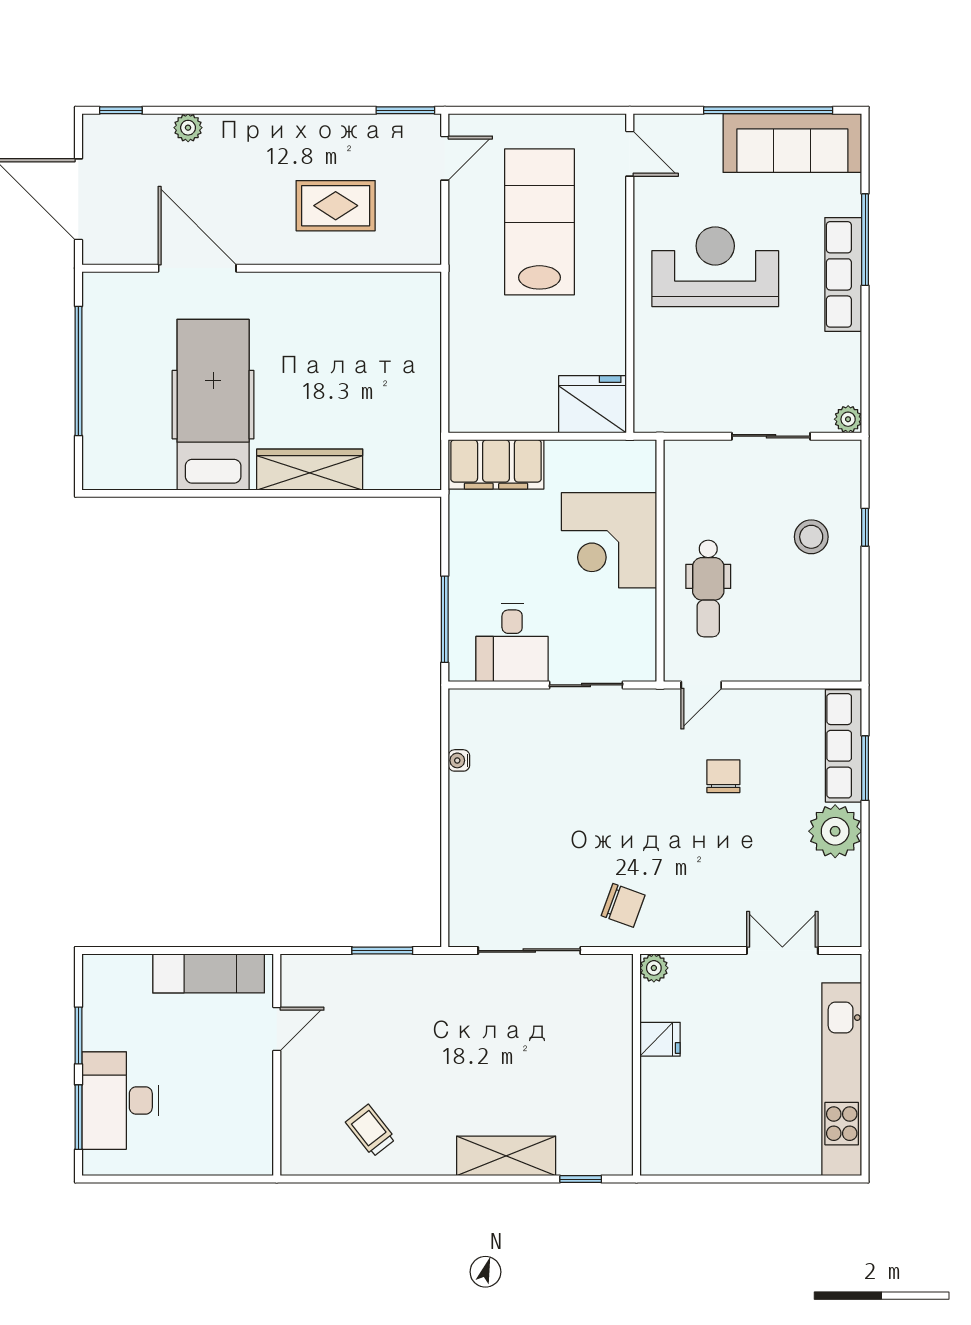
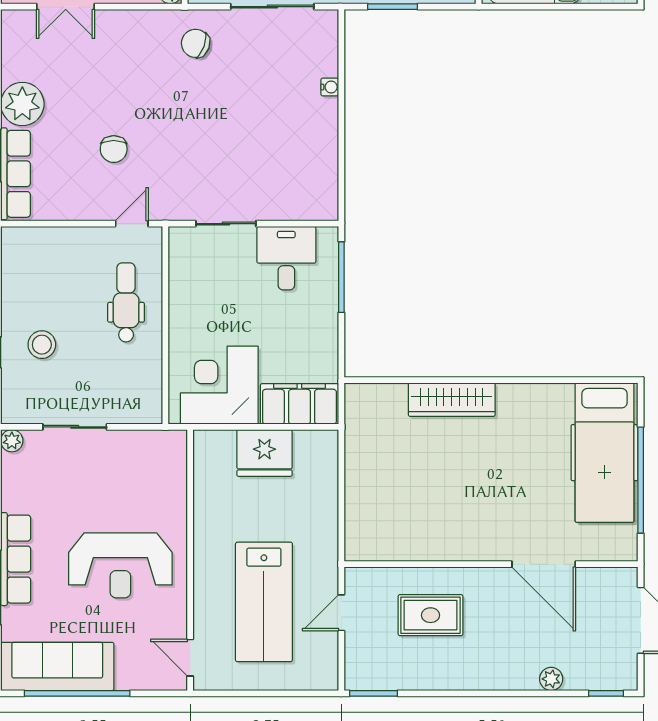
door: (445, 158) -> (341, 613), moved
fridge: (593, 404) -> (264, 453), moved
hospital bed: (213, 405) -> (605, 453), moved
corner desk: (609, 540) -> (219, 385), moved, turned -90
water cooler: (459, 760) -> (330, 87), moved

